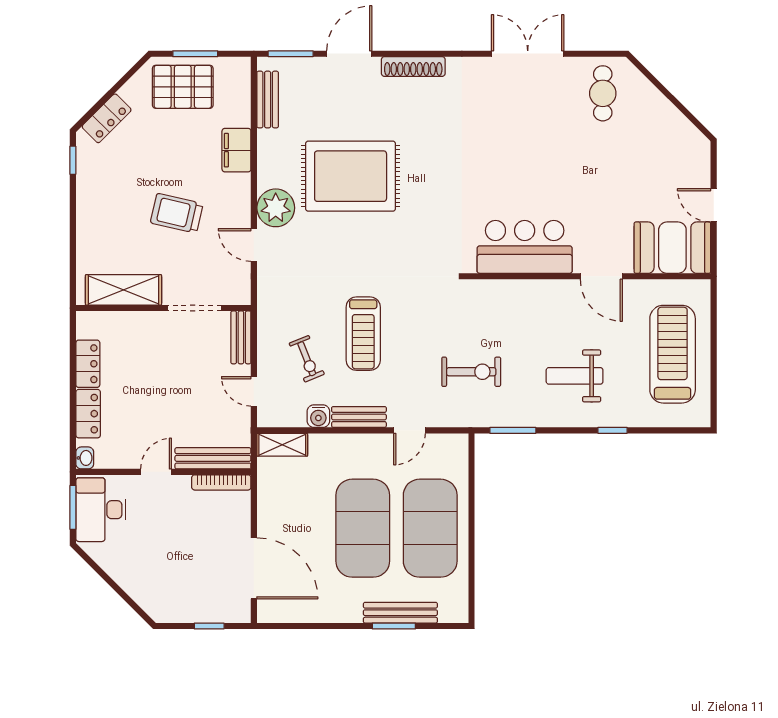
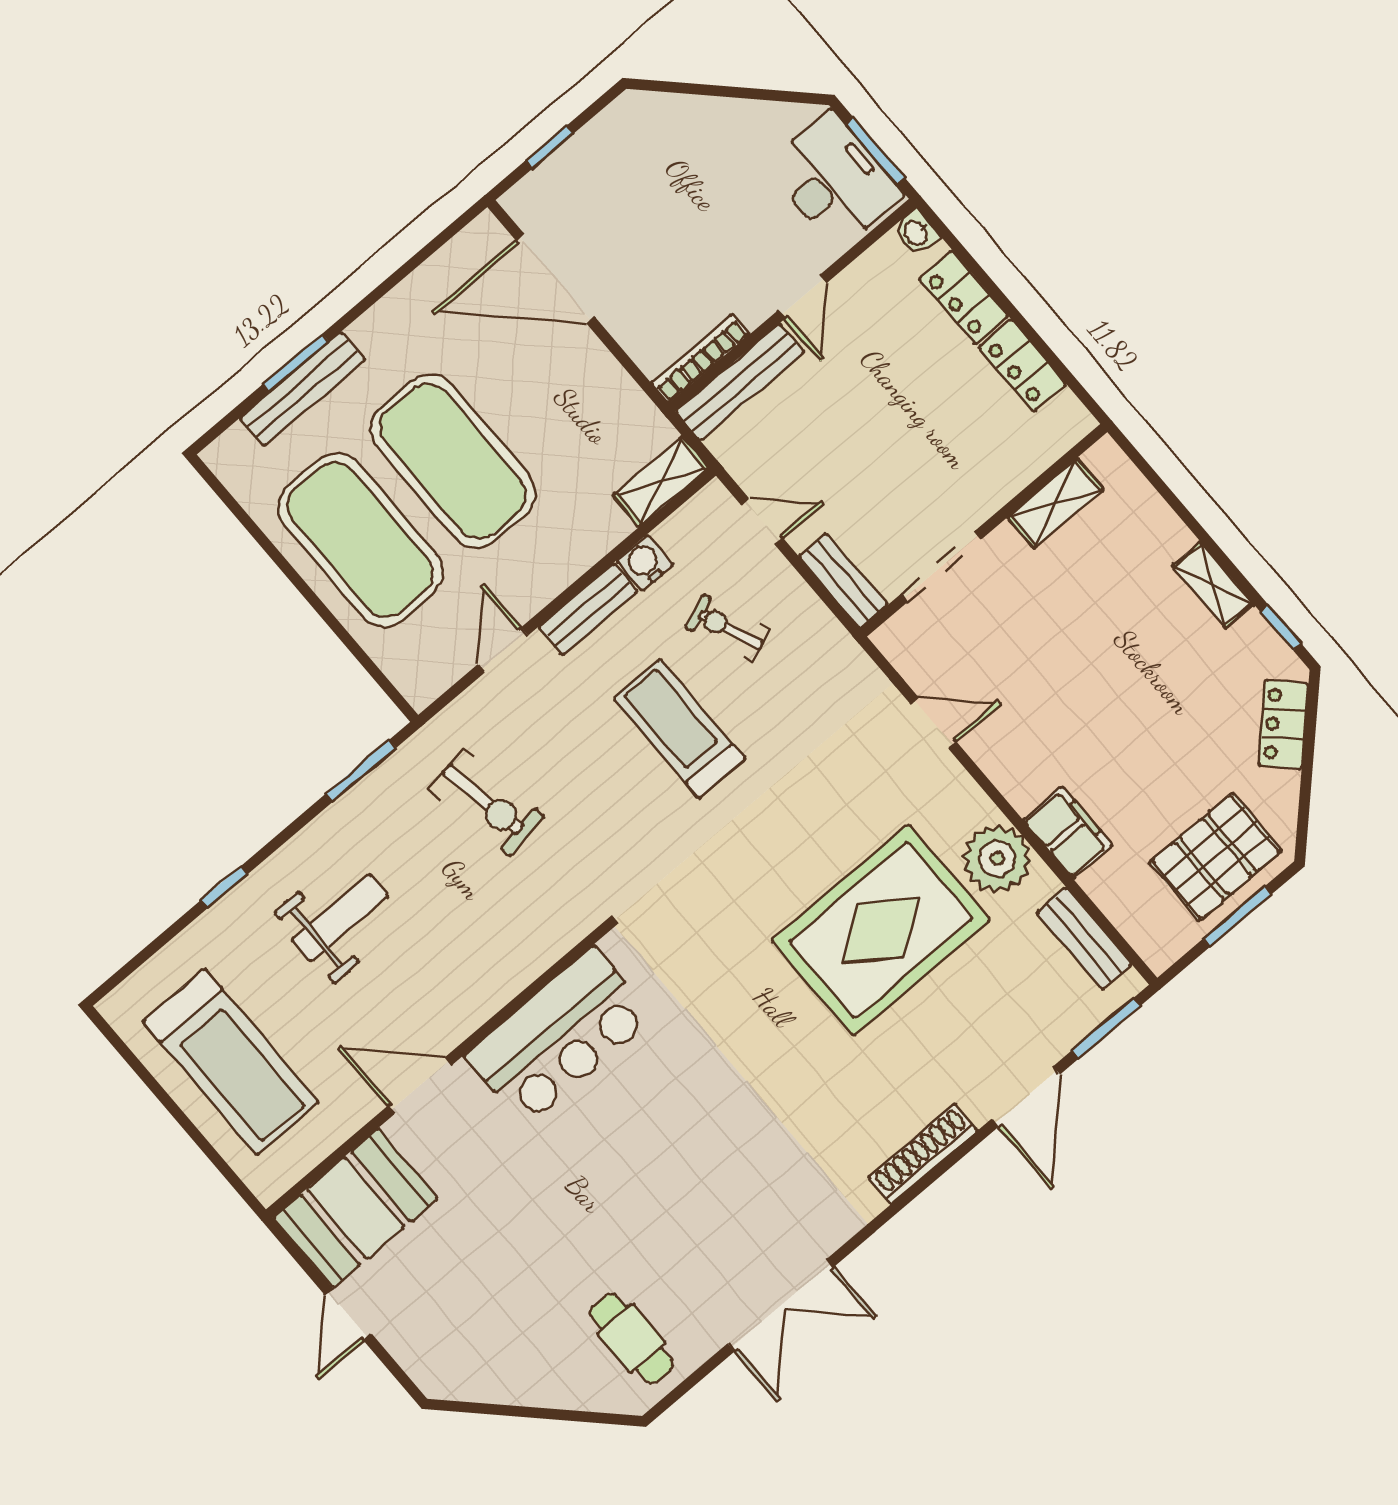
shelving: (86, 202) -> (1213, 585), added
door: (714, 205) -> (348, 1314), swing flipped
plant: (276, 208) -> (997, 859), moved
trolley: (177, 213) -> (1076, 676), removed
shelving: (123, 290) -> (1055, 503), width x0.67, depth x0.75
exercise bike: (471, 372) -> (487, 803), turned -100

